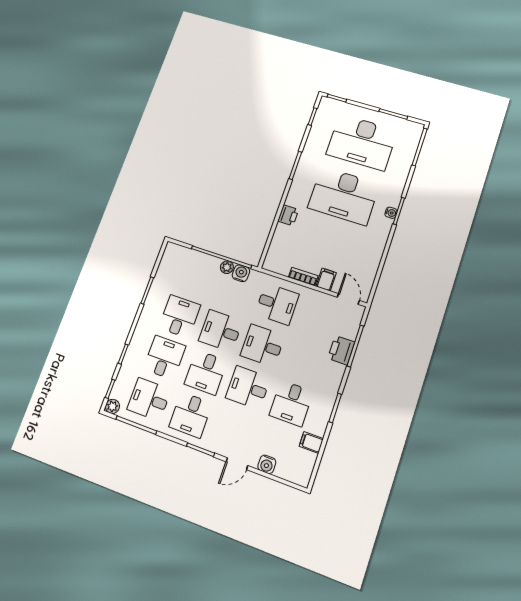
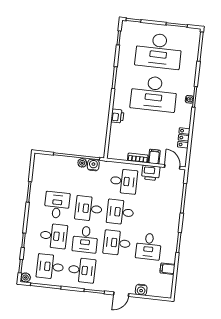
locker: (373, 263) -> (184, 138), added
printer: (341, 350) -> (151, 173), moved, turned -90
desk: (164, 357) -> (54, 236), turned 90
desk: (191, 415) -> (82, 270), turned -90

